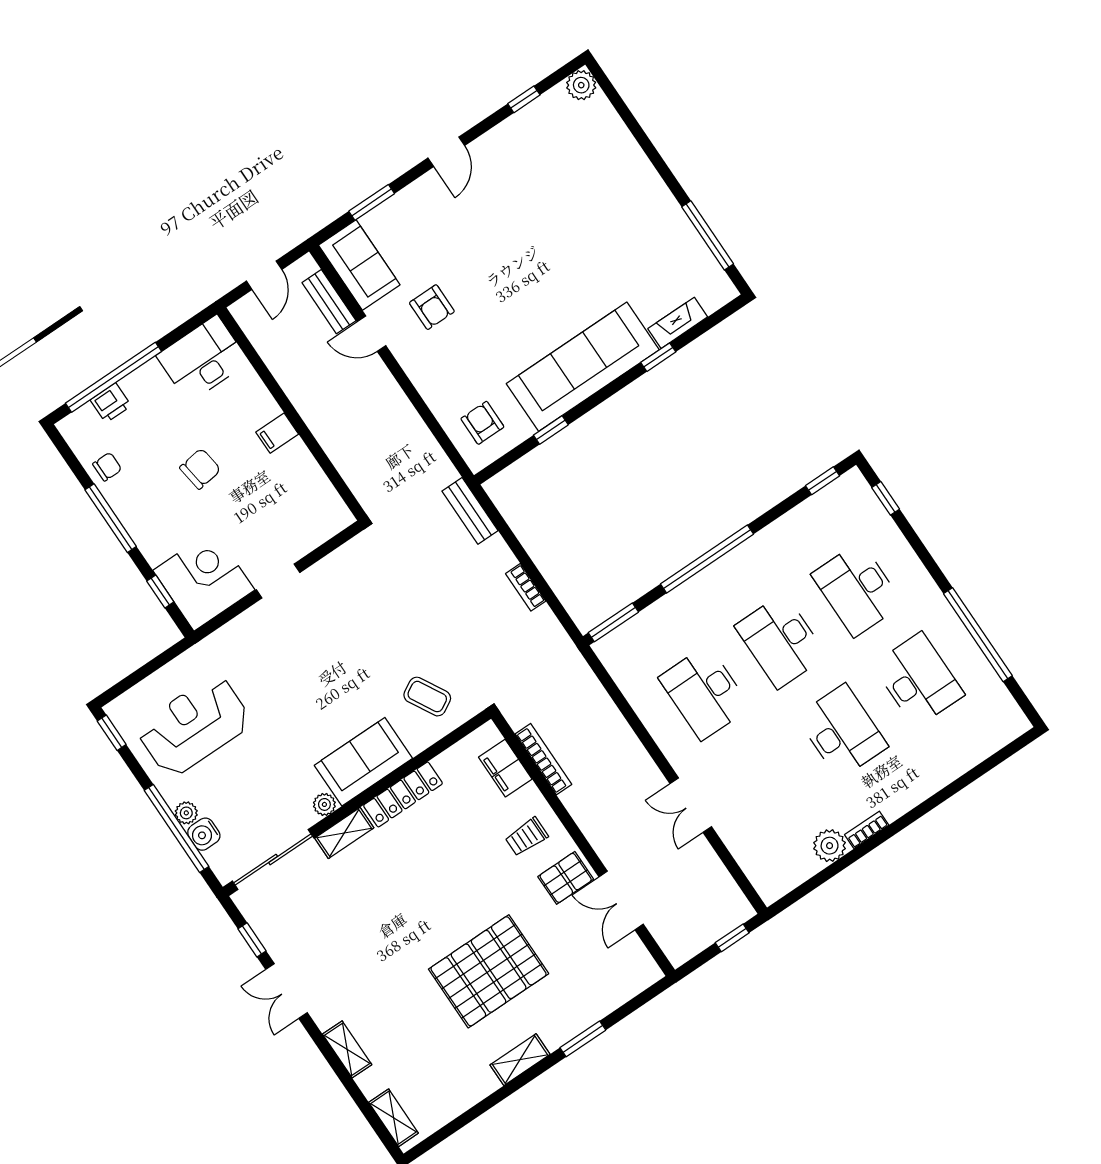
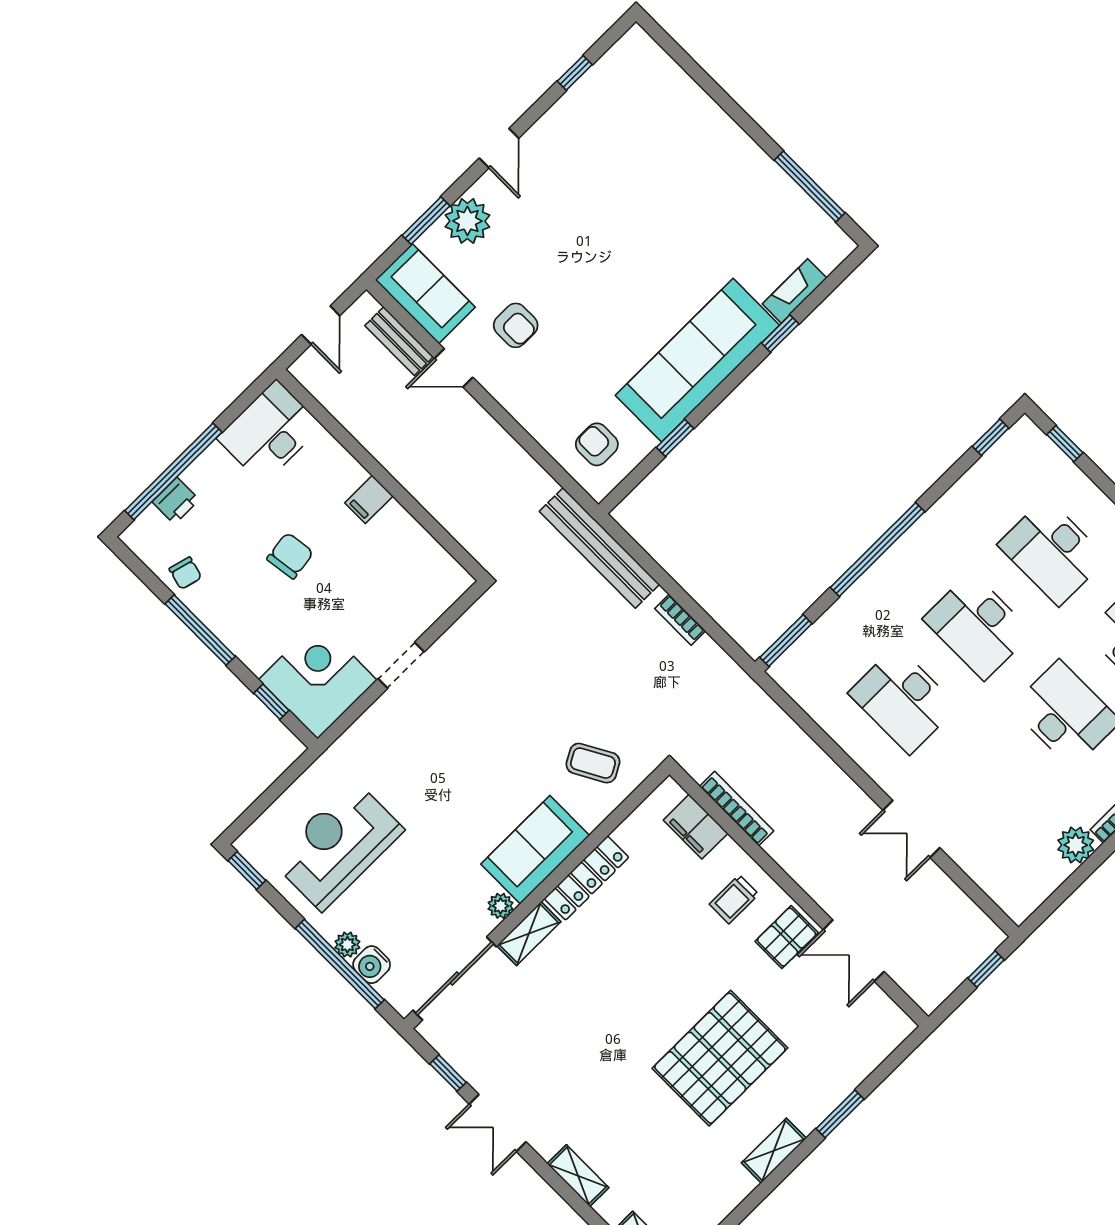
plant: (581, 85) -> (467, 221), moved, width x1.36, depth x1.36
chair: (107, 467) -> (185, 573), turned 105
bench: (470, 511) -> (599, 548), width x1.86, depth x1.21

